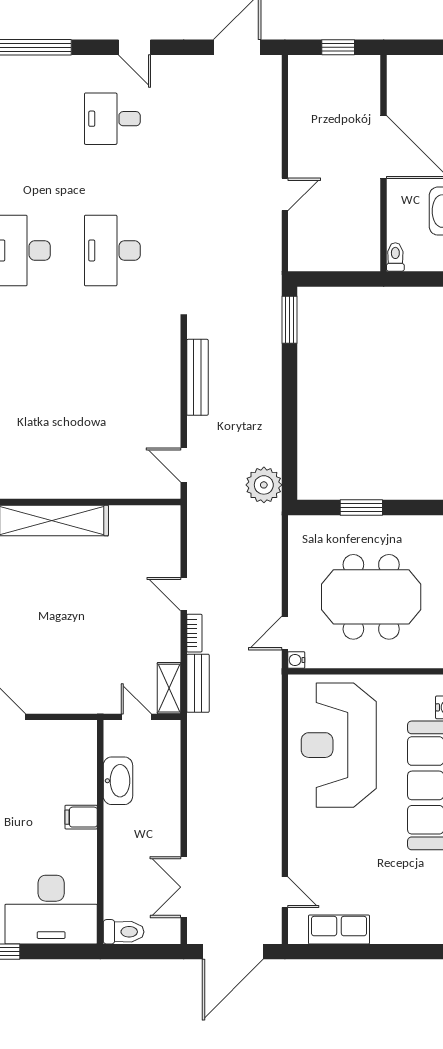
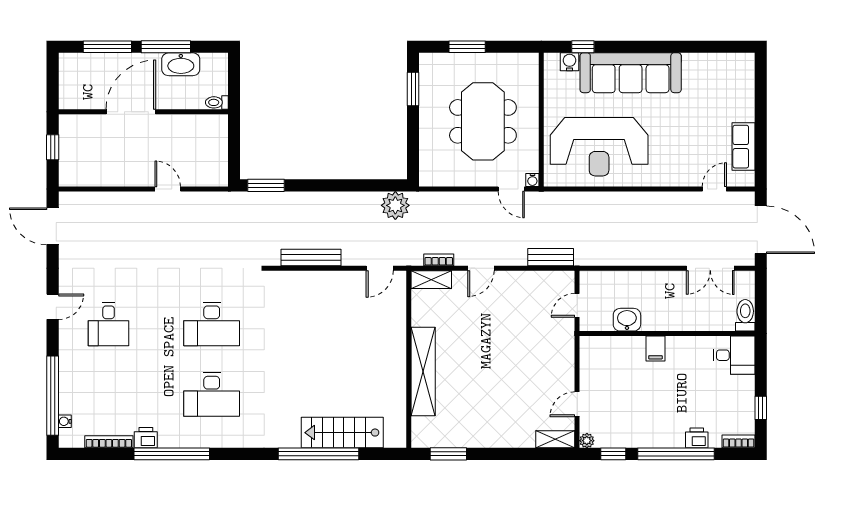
window: (361, 508) -> (413, 89), moved
bookcase: (194, 633) -> (439, 260), moved
shelving: (169, 688) -> (431, 280), moved
washbasin: (118, 781) -> (627, 320), width x0.72
desk: (51, 910) -> (734, 355), width x0.53, depth x0.77

